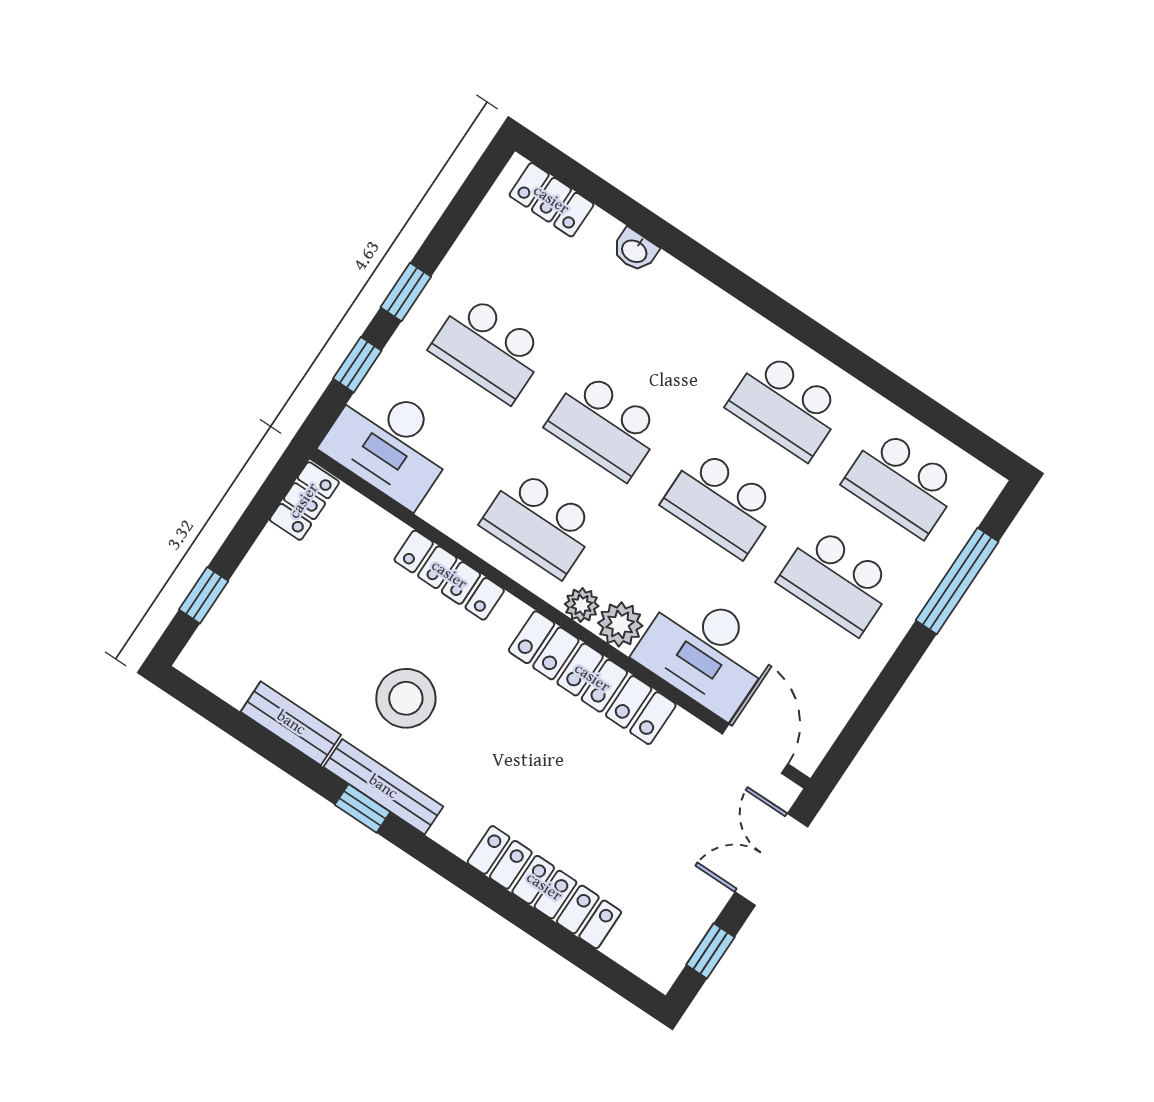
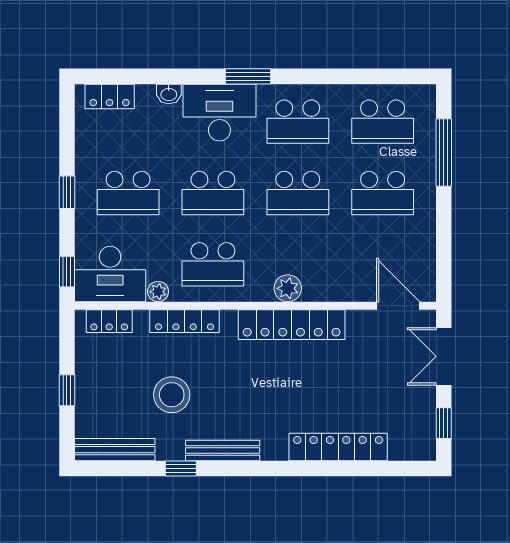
window: (759, 298) -> (248, 76), added
window: (357, 365) -> (67, 272), moved
locker: (304, 501) -> (109, 321), moved, turned 90
window: (204, 595) -> (67, 390), moved
plant: (582, 605) -> (158, 292), moved
desk: (705, 651) -> (219, 113), moved, turned 180
stool: (406, 698) -> (172, 395), moved
bench: (291, 723) -> (115, 450), moved, width x1.36
window: (362, 808) -> (181, 469), moved

